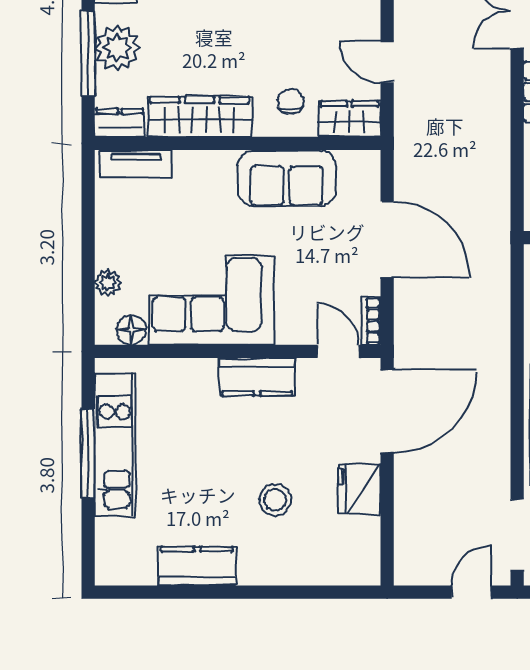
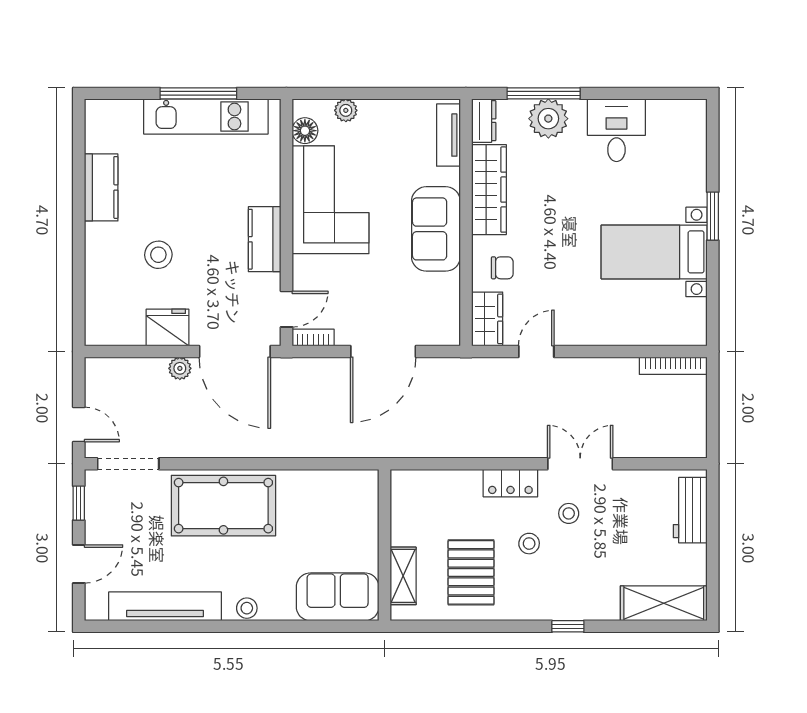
sofa: (287, 178) -> (436, 229), moved
plant: (407, 475) -> (180, 368), added

